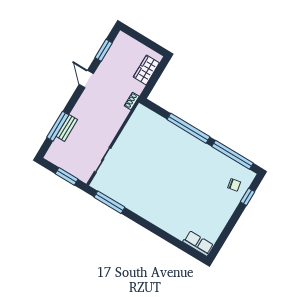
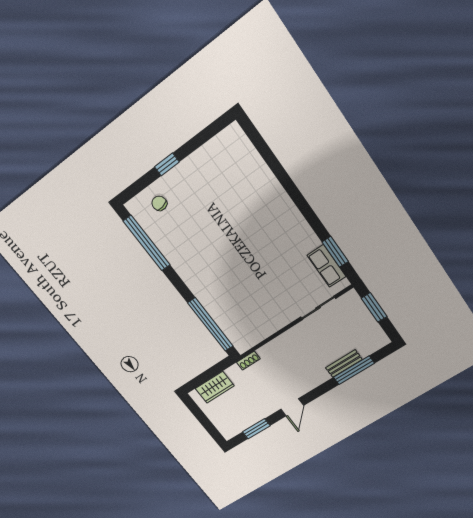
window: (188, 128) -> (210, 325), moved
window: (247, 197) -> (167, 164), moved
window: (109, 202) -> (335, 252), width x0.69
row of seats: (198, 243) -> (326, 266), moved

